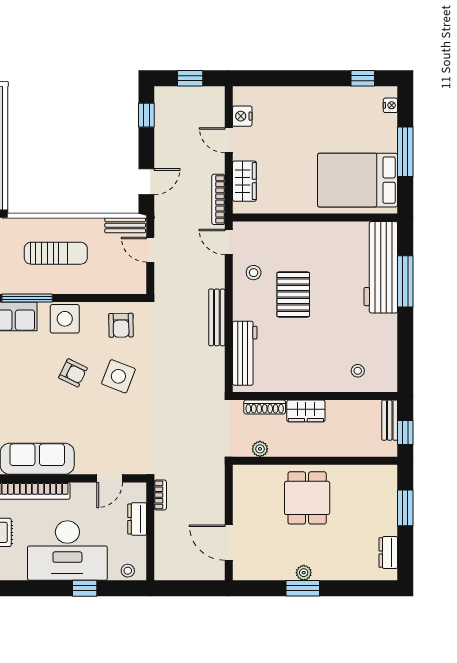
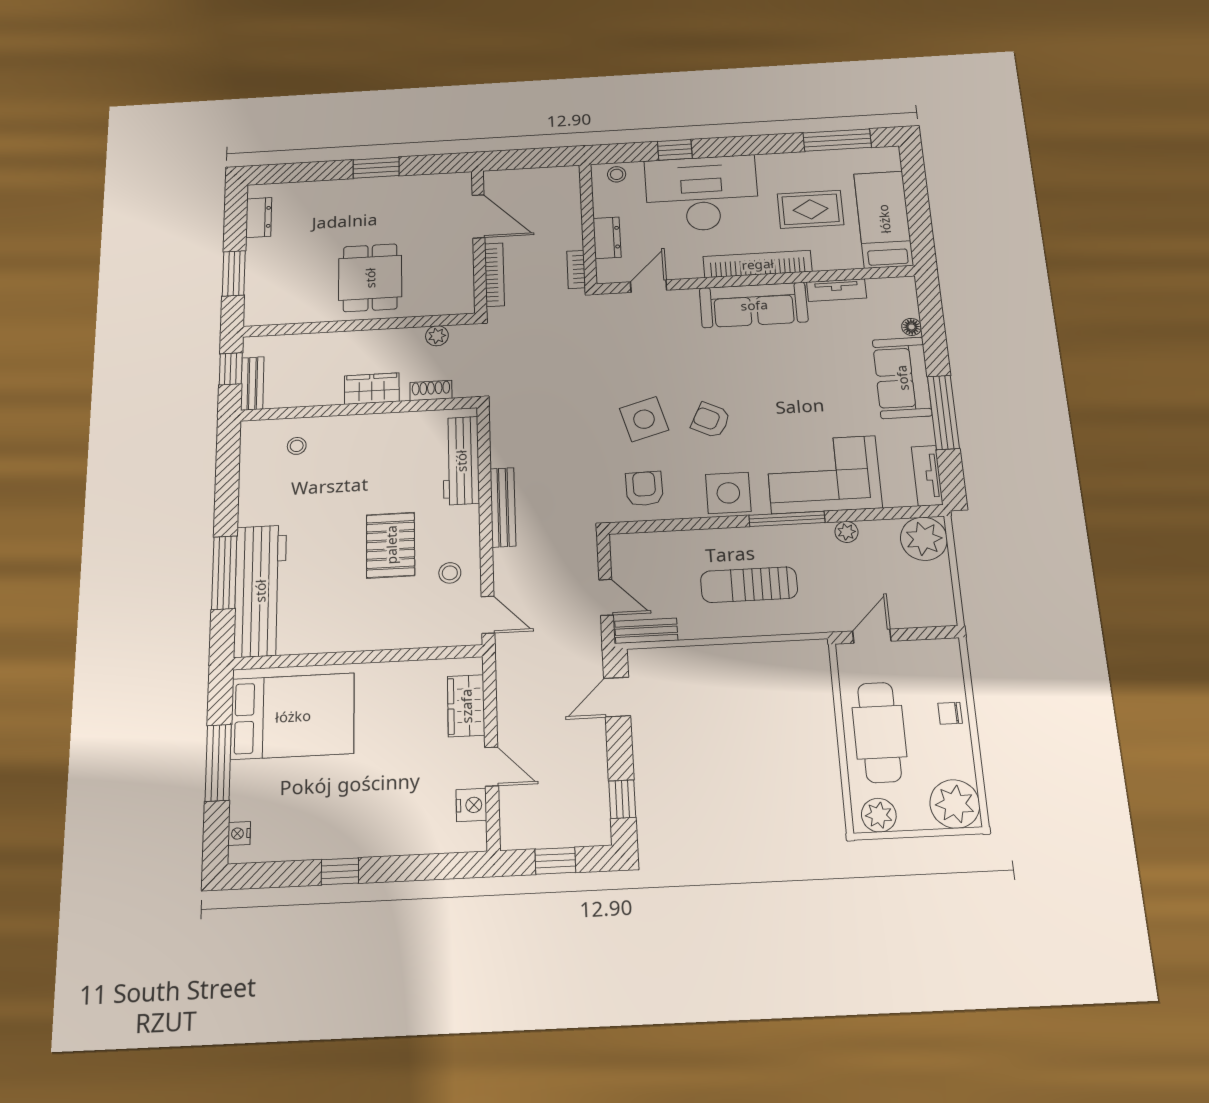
window: (363, 78) -> (340, 871), moved
bookcase: (218, 199) -> (494, 275), moved
side table: (118, 376) -> (644, 419), turned -37
shoe rack: (265, 407) -> (431, 390), width x0.70
plant: (304, 573) -> (375, 186), removed

